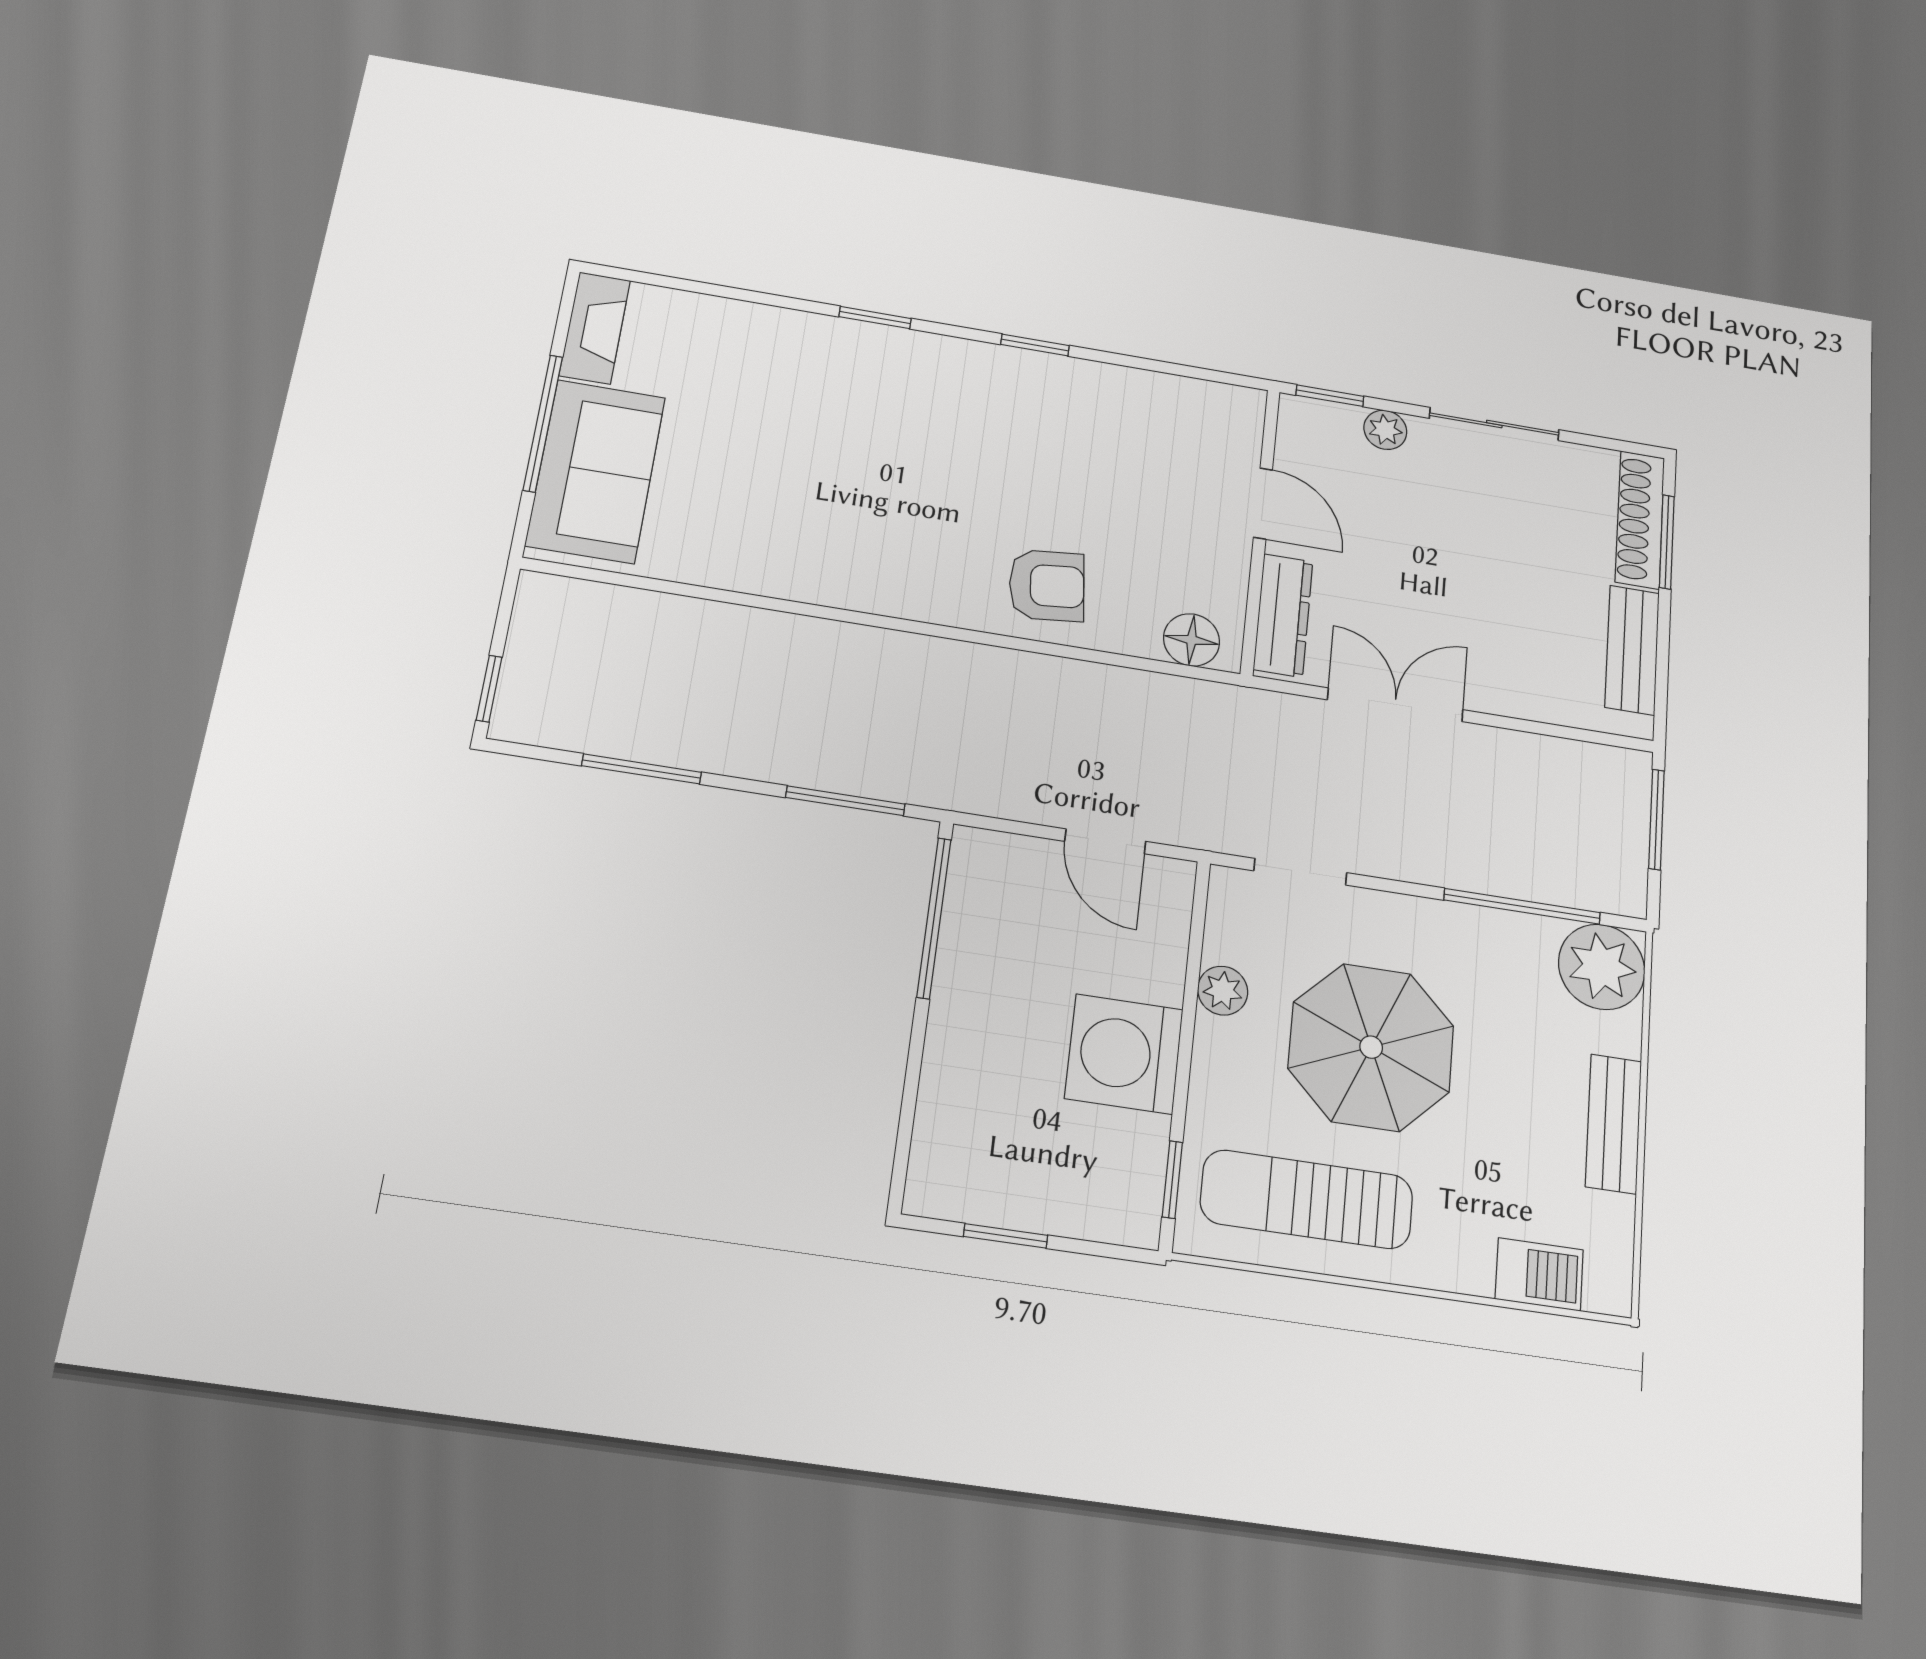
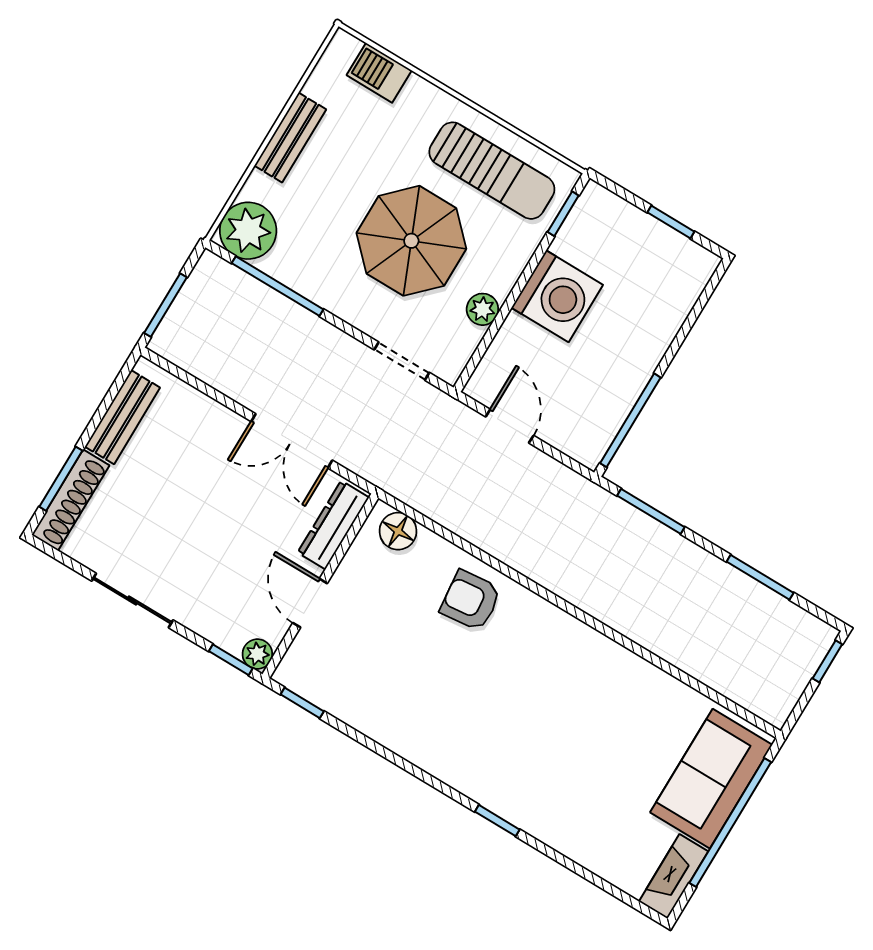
window: (1035, 345) -> (302, 703), moved
window: (543, 423) -> (730, 823), width x1.46
plant: (1385, 430) -> (257, 654), moved

